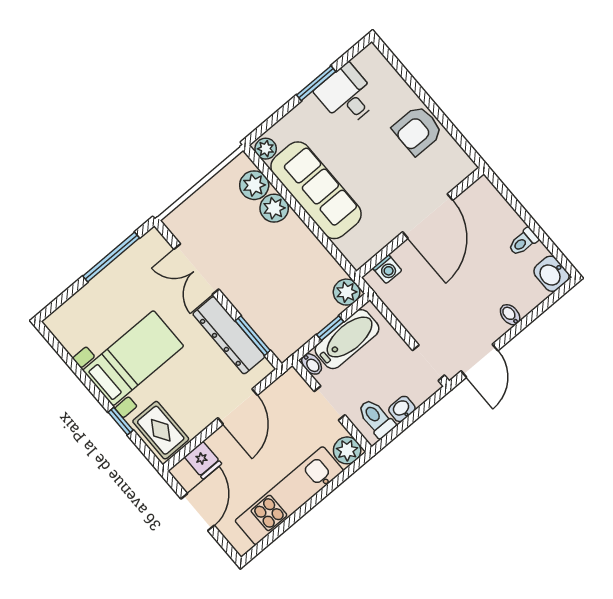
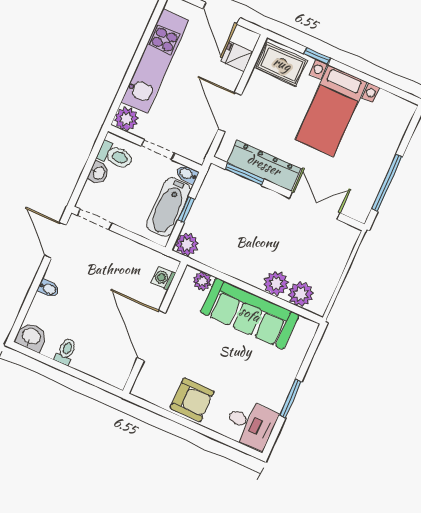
desk: (347, 95) -> (251, 424), moved
armchair: (417, 130) -> (192, 400), turned 90
plant: (266, 149) -> (202, 281), moved

